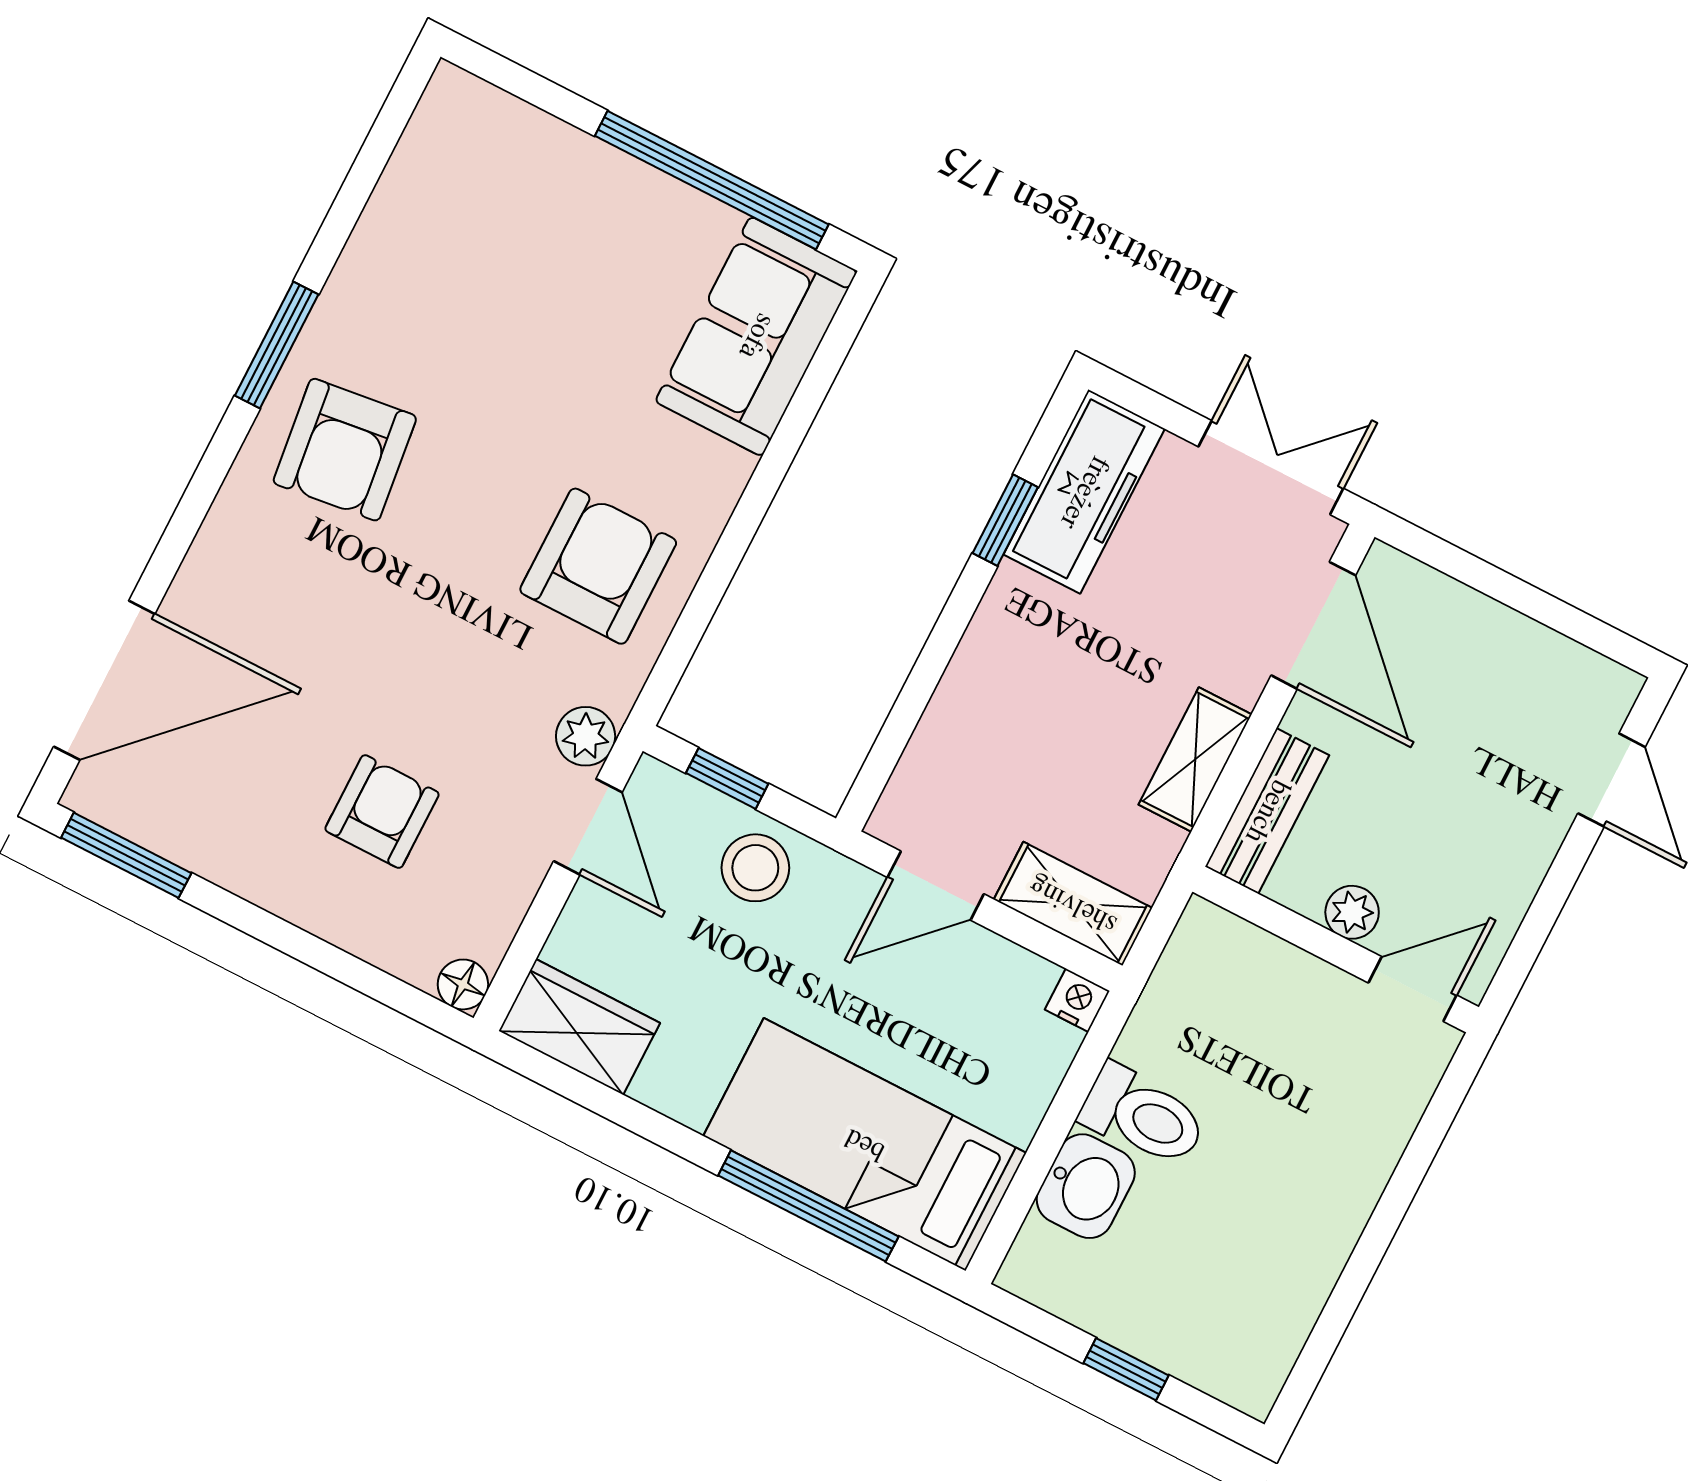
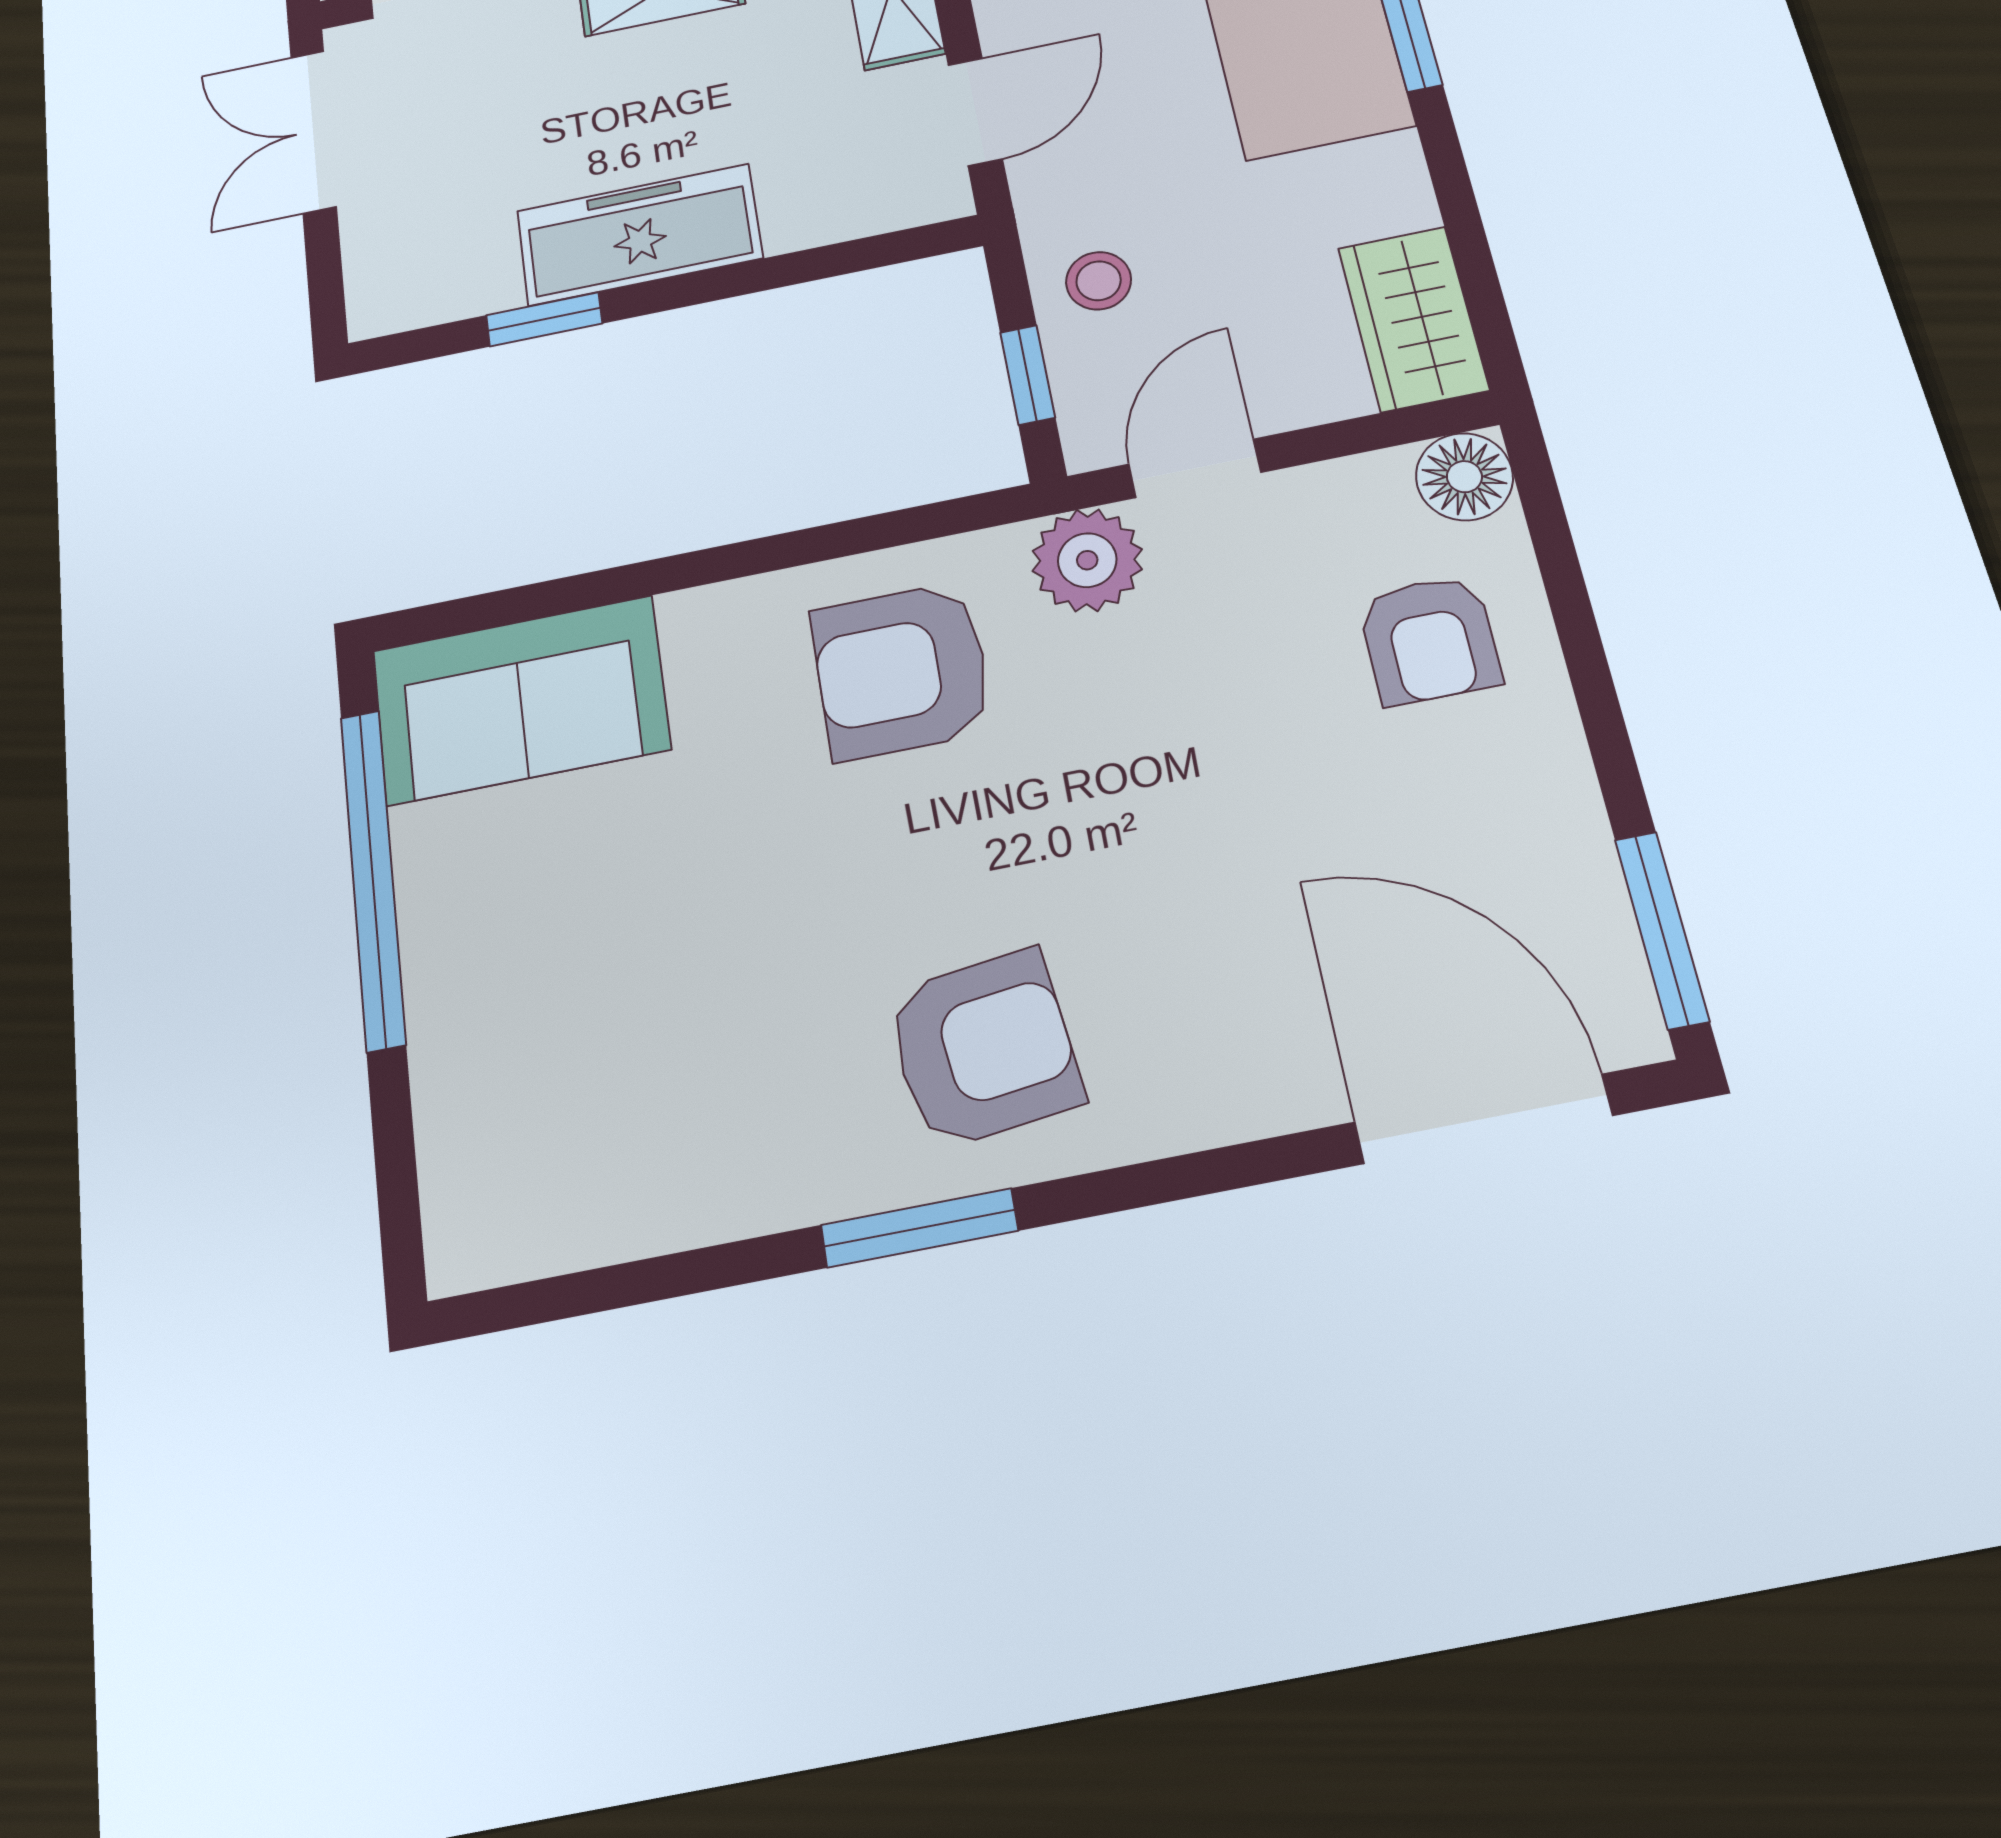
freezer: (1084, 492) -> (639, 235), moved
plant: (586, 736) -> (1087, 560), width x1.38, depth x1.38
armchair: (382, 812) -> (1429, 640), moved, turned -90
stool: (755, 868) -> (1099, 281), width x0.73, depth x0.73
door: (936, 886) -> (975, 112), hinge flipped
floor lamp: (463, 984) -> (1464, 477), width x1.37, depth x1.37

